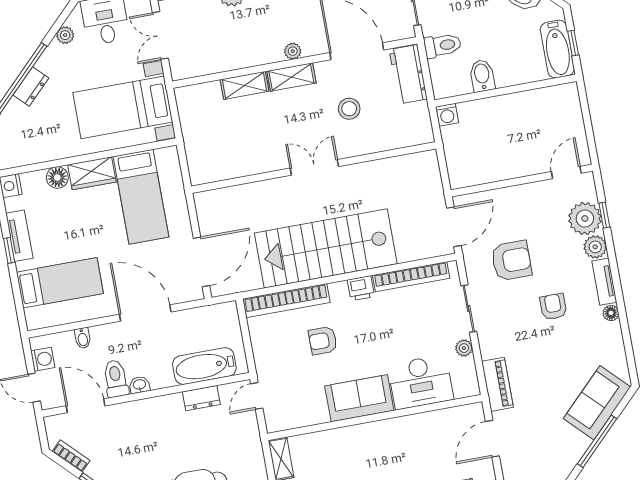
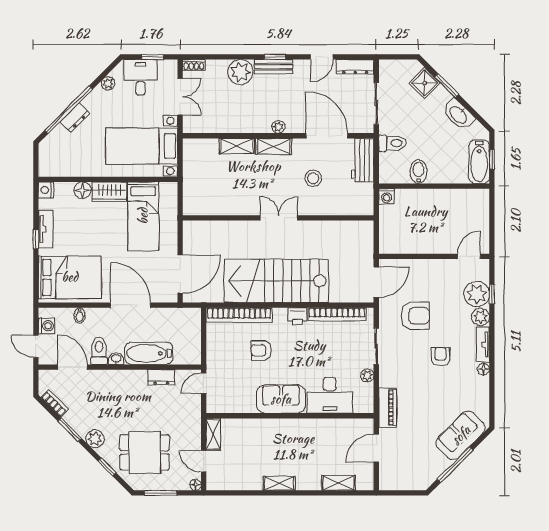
double door: (160, 35) -> (180, 97), swing flipped
bed: (60, 283) -> (70, 277), width x1.50
bathtub: (204, 366) -> (149, 353), moved

